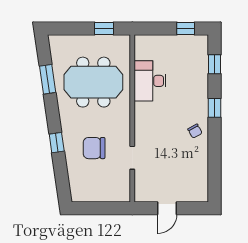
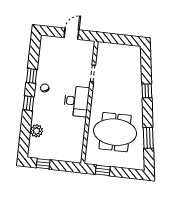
window: (215, 64) -> (32, 76), moved
plant: (200, 72) -> (36, 131), added
desk: (150, 81) -> (77, 101), moved
chair: (94, 148) -> (120, 84), removed

